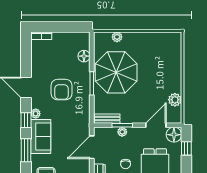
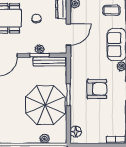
floor lamp: (84, 56) -> (76, 132), moved
armchair: (62, 90) -> (97, 89), turned 90
bench: (107, 119) -> (49, 61), width x1.36

